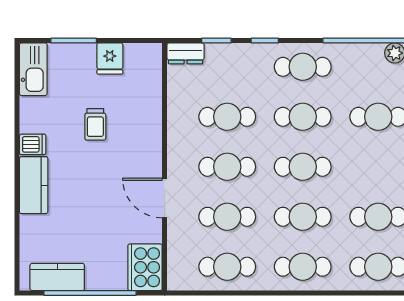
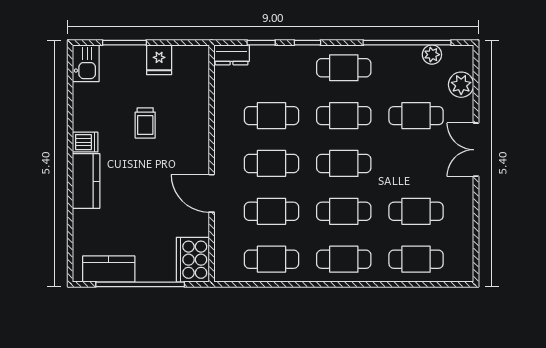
kitchen sink: (33, 69) -> (86, 63), width x0.73

